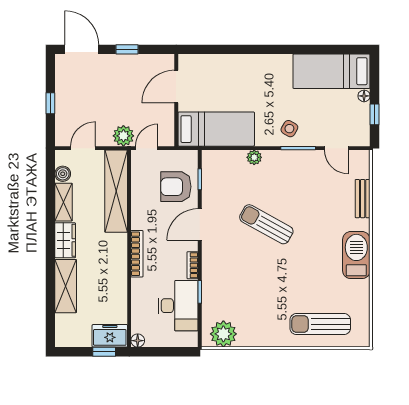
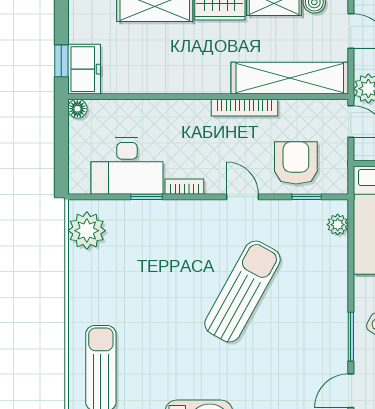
plant: (254, 157) -> (338, 225), moved
door: (200, 224) -> (242, 197), width x0.73
sun lounger: (266, 224) -> (243, 292), width x1.36, depth x1.34
bookcase: (137, 254) -> (244, 108), moved

